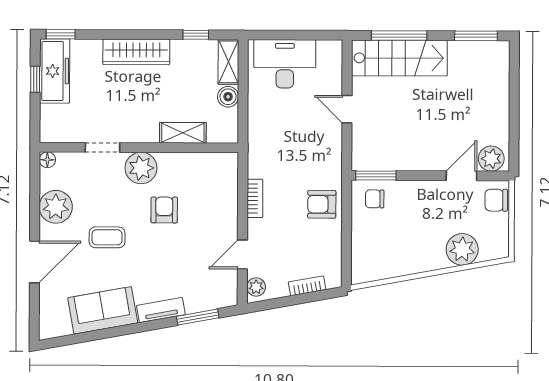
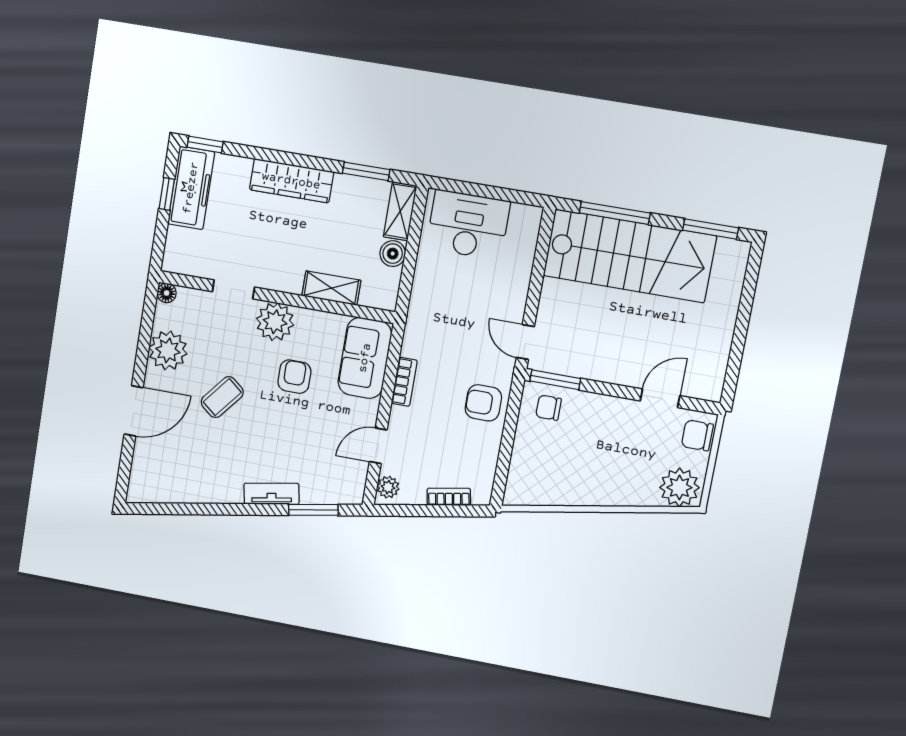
window: (196, 35) -> (366, 171), width x1.50
stairs: (399, 58) -> (629, 256), width x1.36, depth x1.51
door: (347, 109) -> (525, 342), moved
plant: (491, 159) -> (701, 384), removed
coffee table: (107, 237) -> (222, 397), turned -51
plant: (462, 249) -> (679, 487), moved
sofa: (103, 310) -> (365, 358), moved, turned -80

